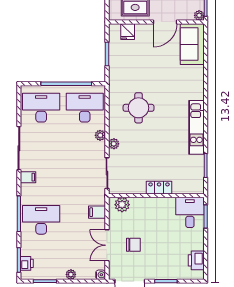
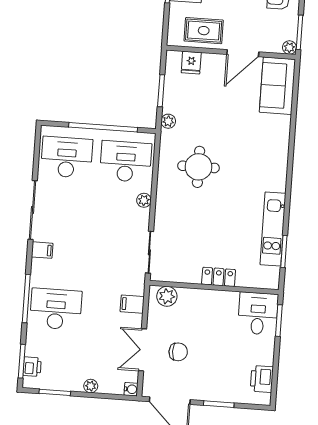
kitchen unit: (196, 127) -> (273, 229), moved
plant: (114, 144) -> (168, 121), moved

